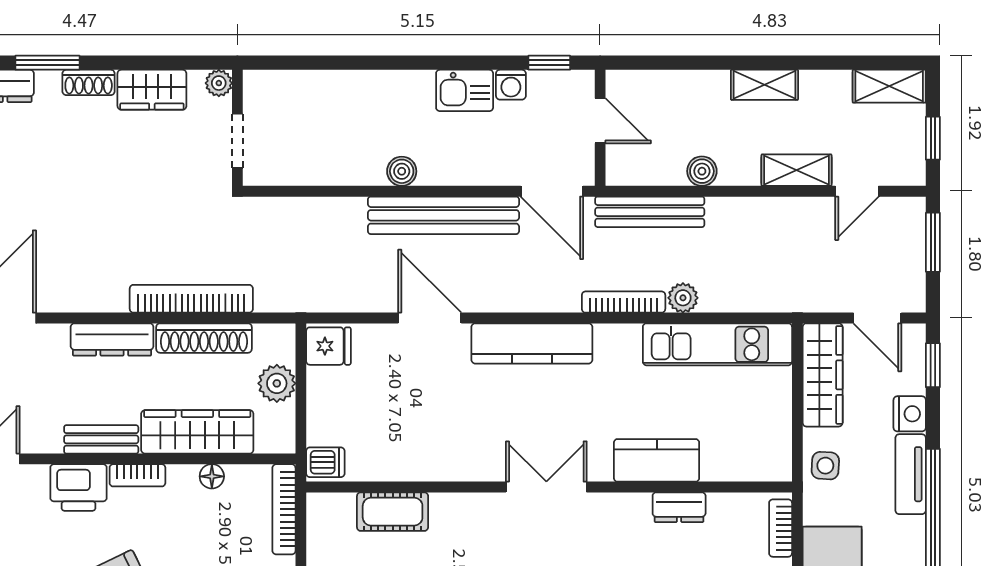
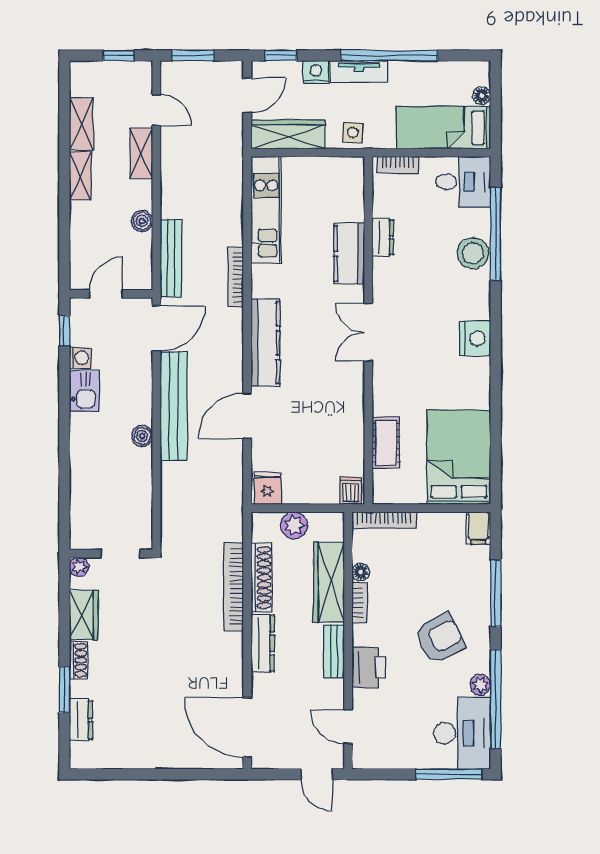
shelving: (889, 86) -> (81, 124), moved
plant: (683, 298) -> (233, 235), removed
bookcase: (137, 475) -> (360, 603), moved

